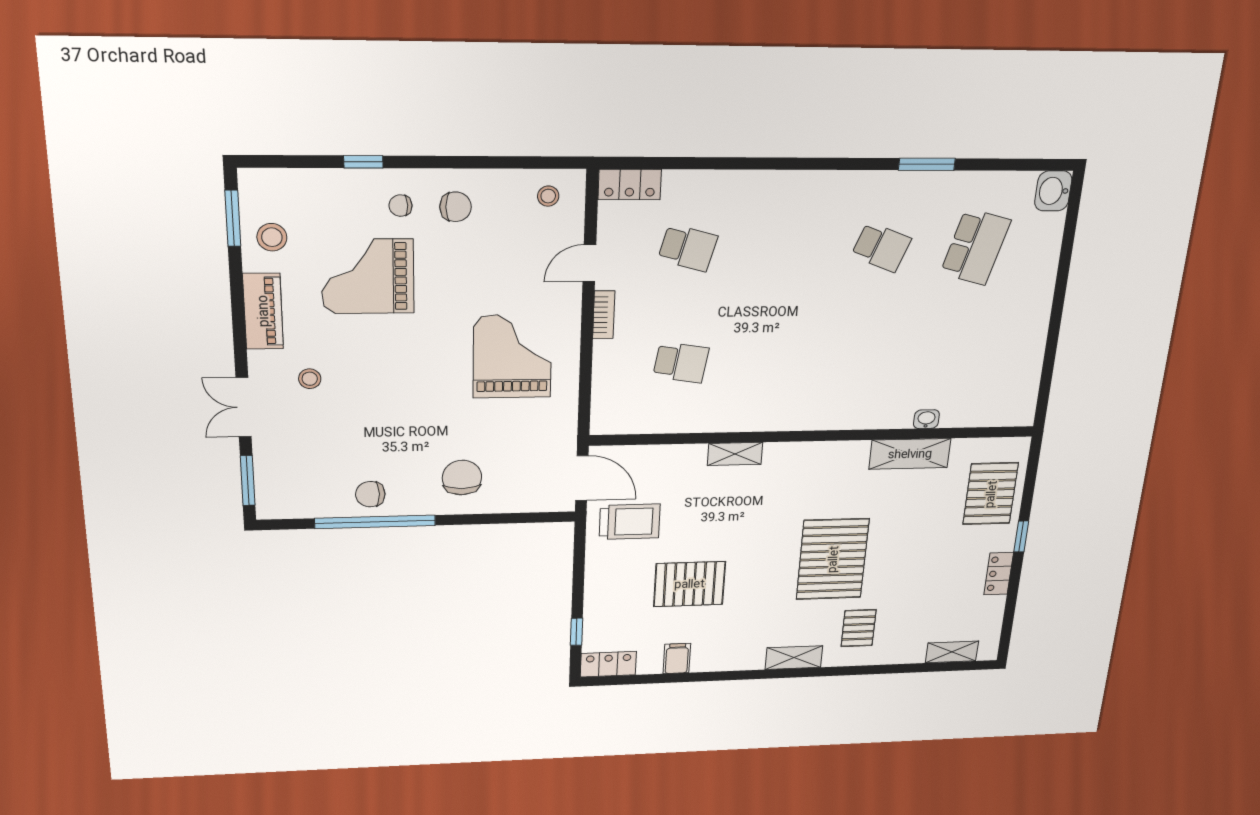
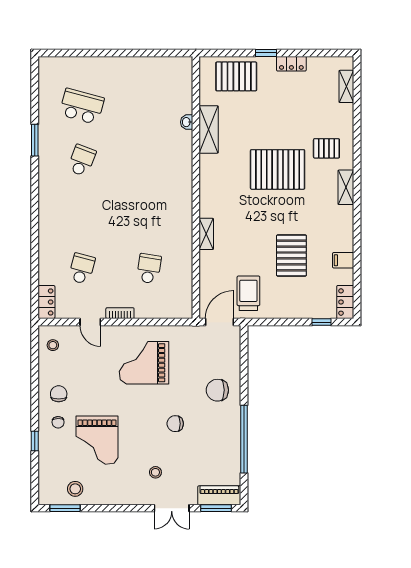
washbasin: (1053, 191) -> (50, 66), removed
piano: (263, 311) -> (219, 495), moved
chair: (370, 494) -> (175, 424), moved, turned 90

